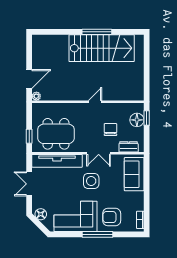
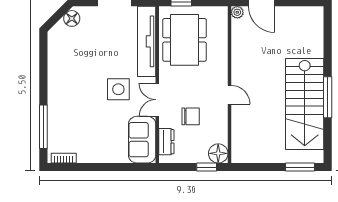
window: (147, 52) -> (300, 167), added
floor lamp: (137, 120) -> (218, 153), moved
sofa: (134, 174) -> (142, 140), moved, turned -90
corner sofa: (76, 216) -> (69, 67), removed
armchair: (112, 217) -> (68, 118), removed
window: (97, 234) -> (43, 127), moved

